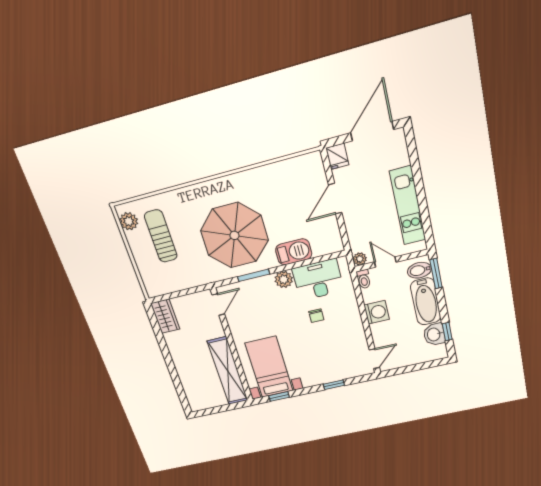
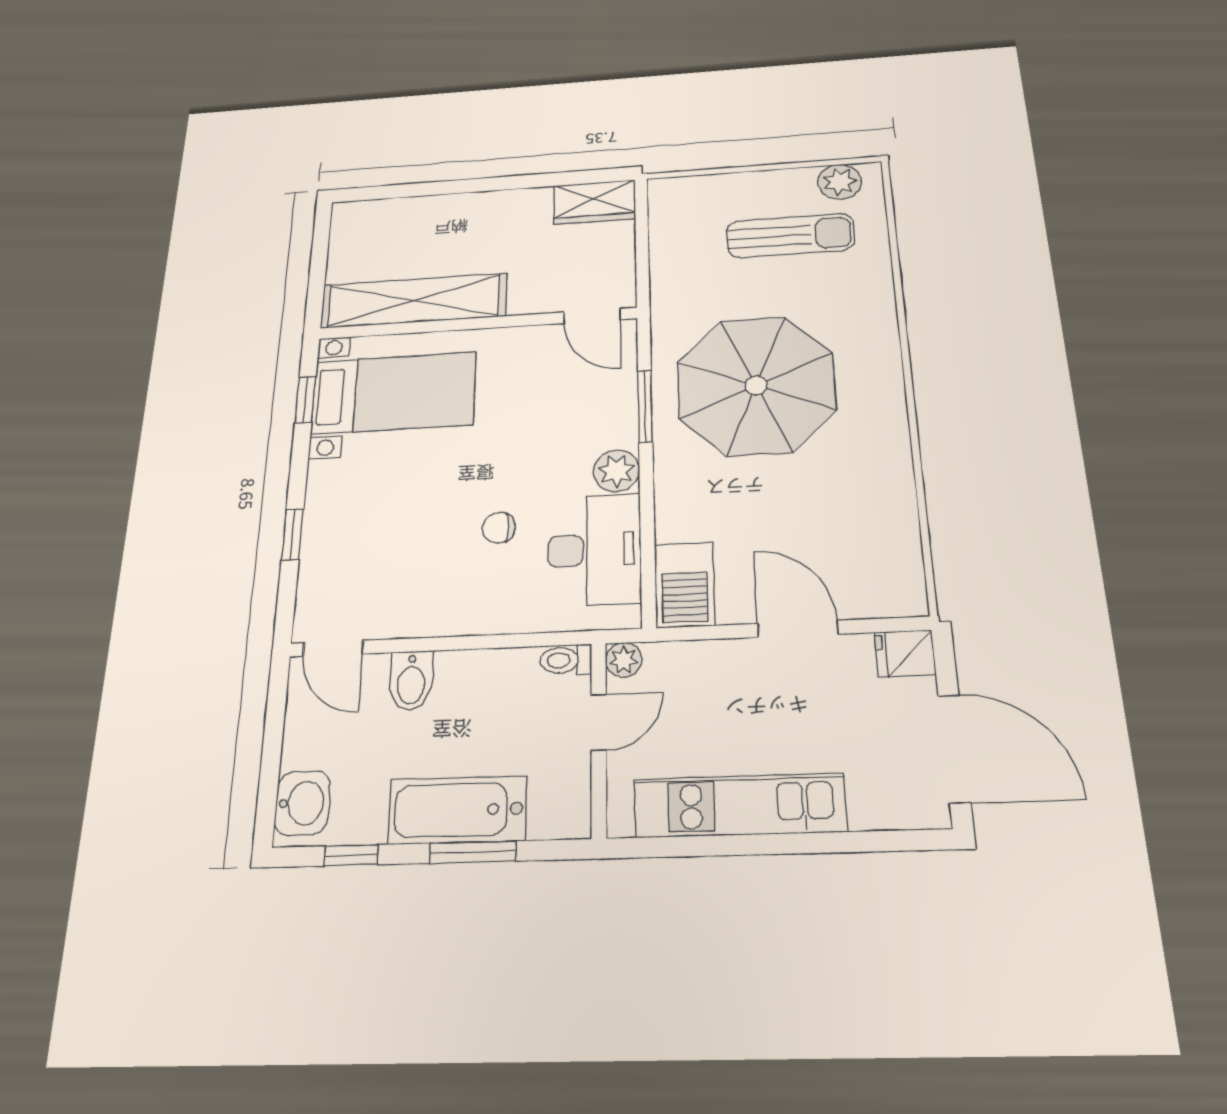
barbecue: (294, 252) -> (685, 585), moved
bidet: (419, 270) -> (411, 681), moved, turned 180
window: (436, 274) -> (473, 852), moved
washing machine: (377, 312) -> (465, 677), removed
washbasin: (434, 334) -> (302, 803), moved, turned 90

